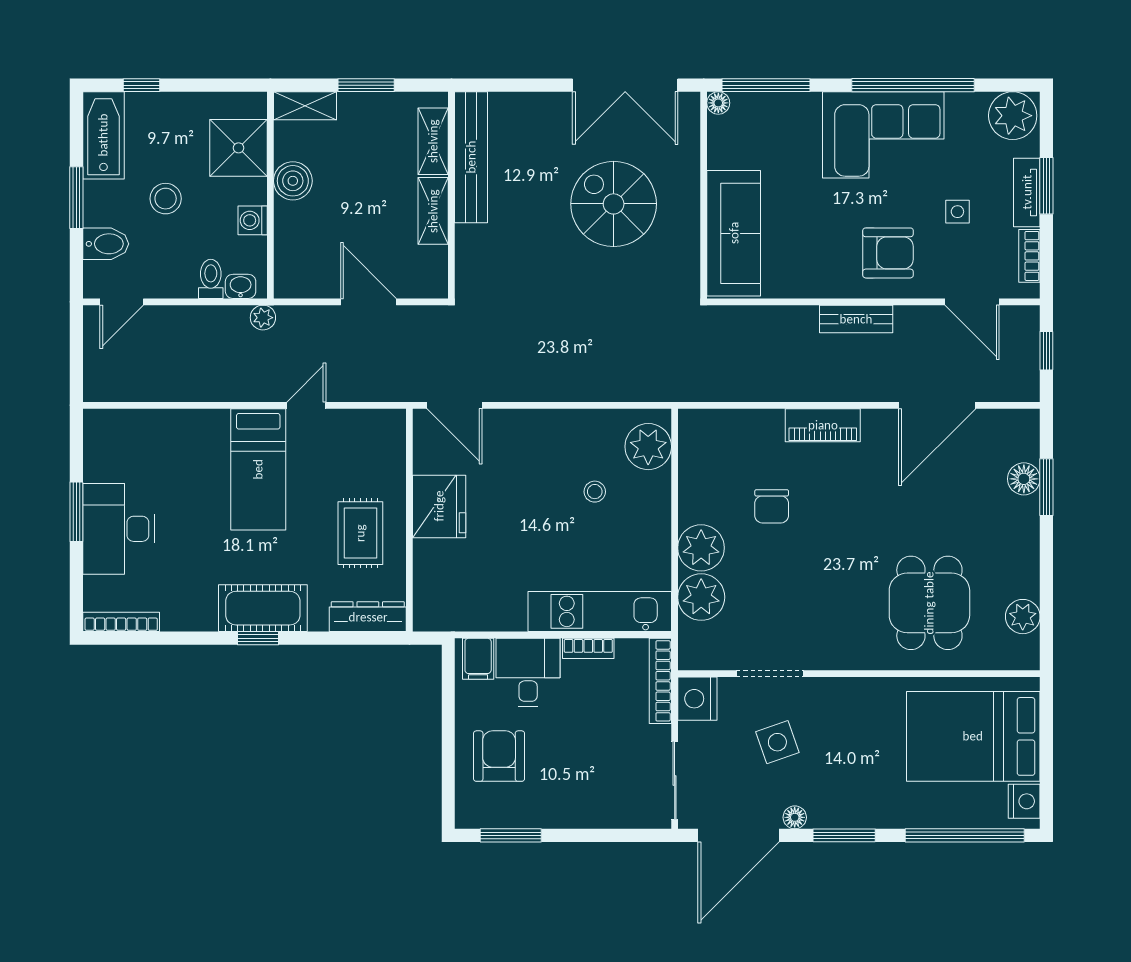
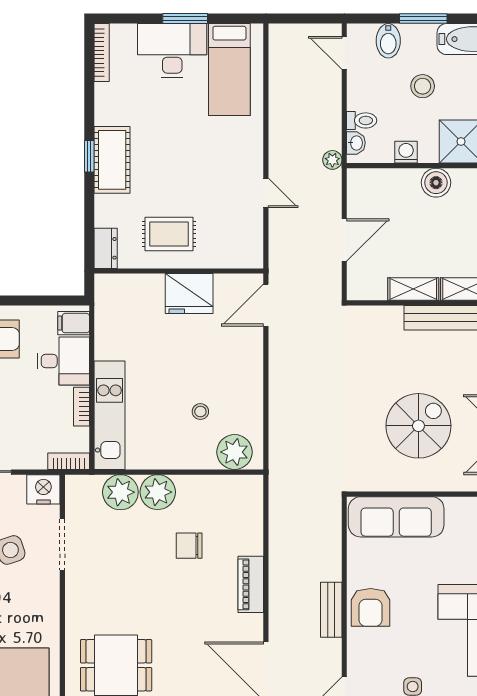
armchair: (888, 253) -> (371, 607), moved
bed: (258, 469) -> (229, 70), moved, turned -90
dresser: (368, 617) -> (106, 248), width x0.70
bookcase: (660, 681) -> (69, 461), width x0.64

